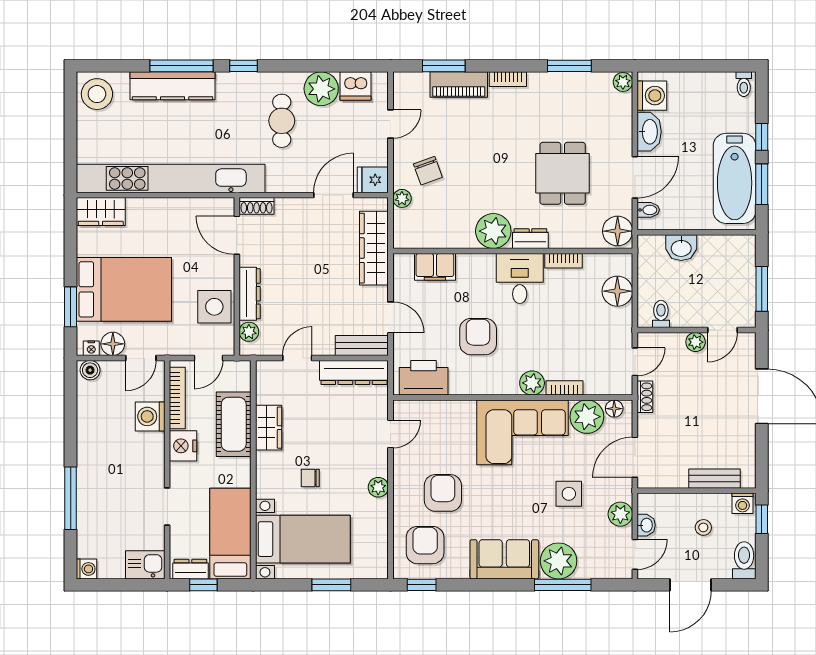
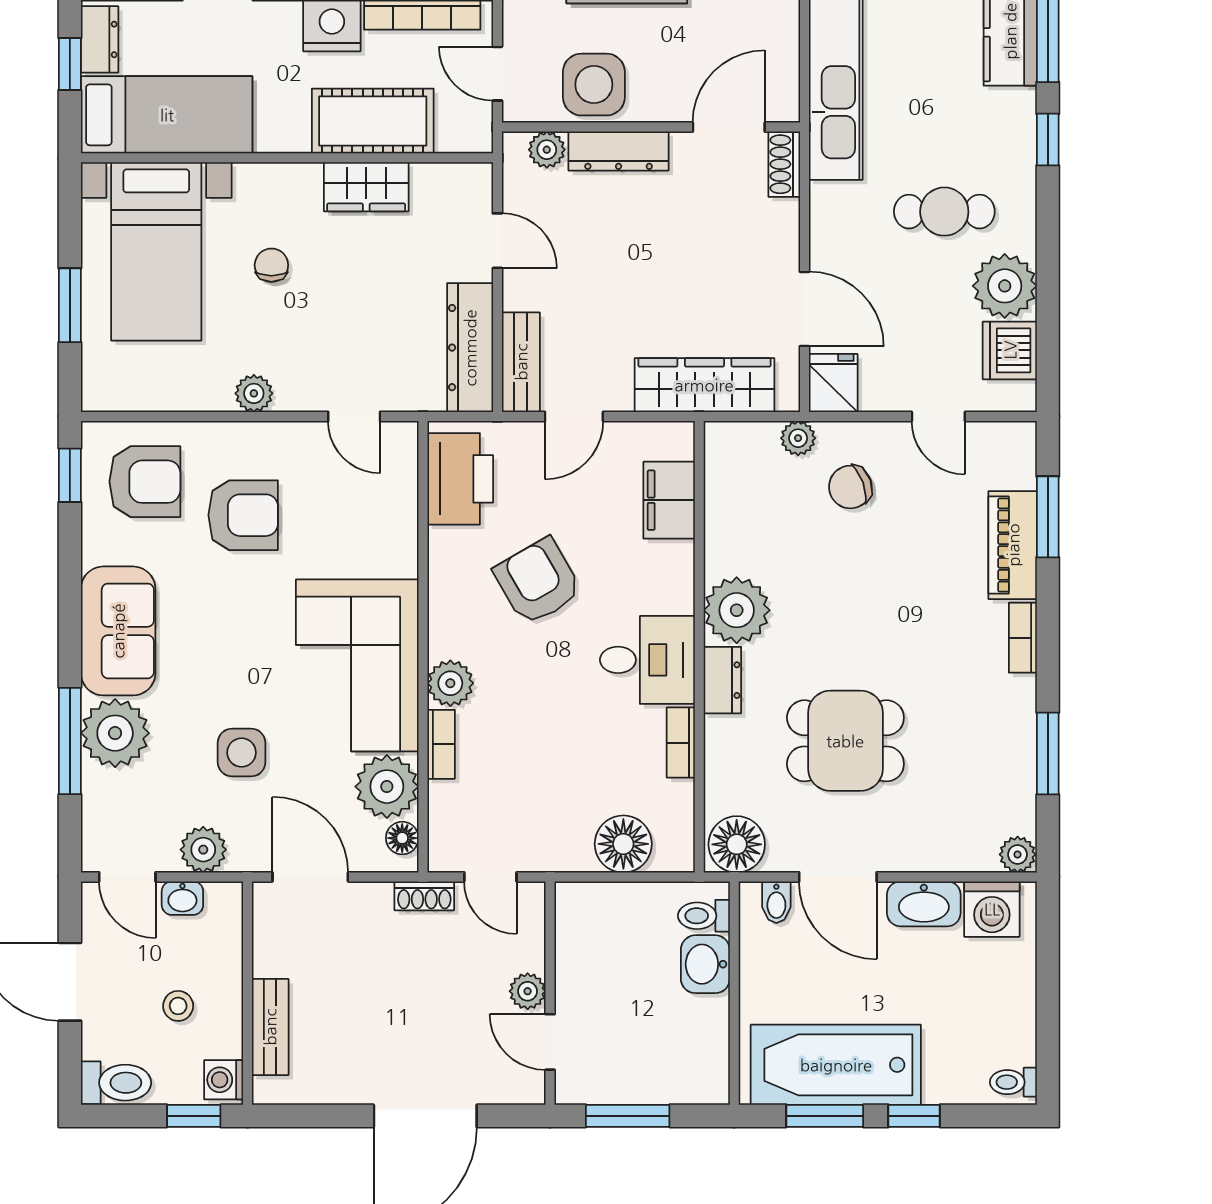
toilet: (661, 314) -> (704, 916), moved, turned 180
armchair: (478, 337) -> (538, 581), turned -120

